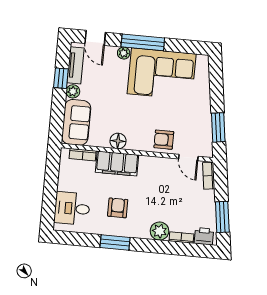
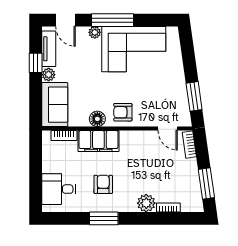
armchair: (164, 140) -> (123, 112), moved
printer: (204, 236) -> (190, 204), removed

